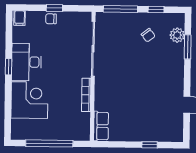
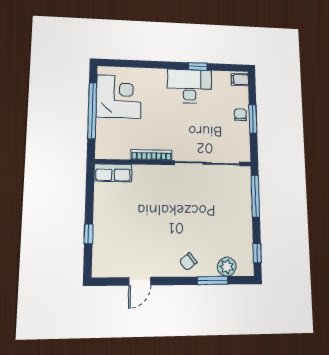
window: (54, 8) -> (253, 119), width x1.50
window: (156, 9) -> (257, 253), moved
chair: (148, 35) -> (188, 262), moved
window: (8, 67) -> (198, 66), moved
corner desk: (29, 100) -> (119, 97), moved, turned -90

